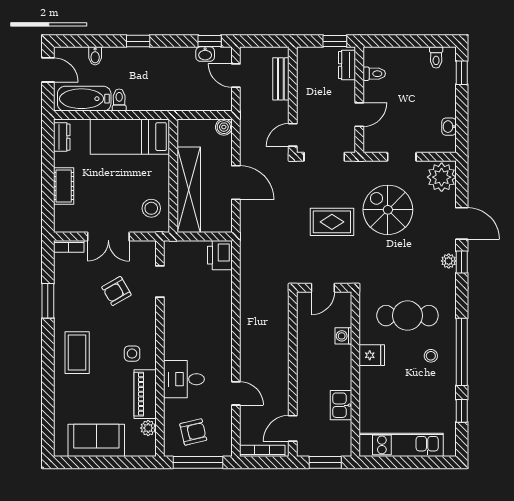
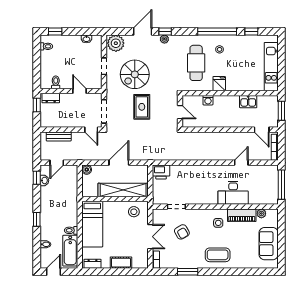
desk: (184, 379) -> (233, 193), width x1.37
armchair: (193, 432) -> (264, 187), removed

